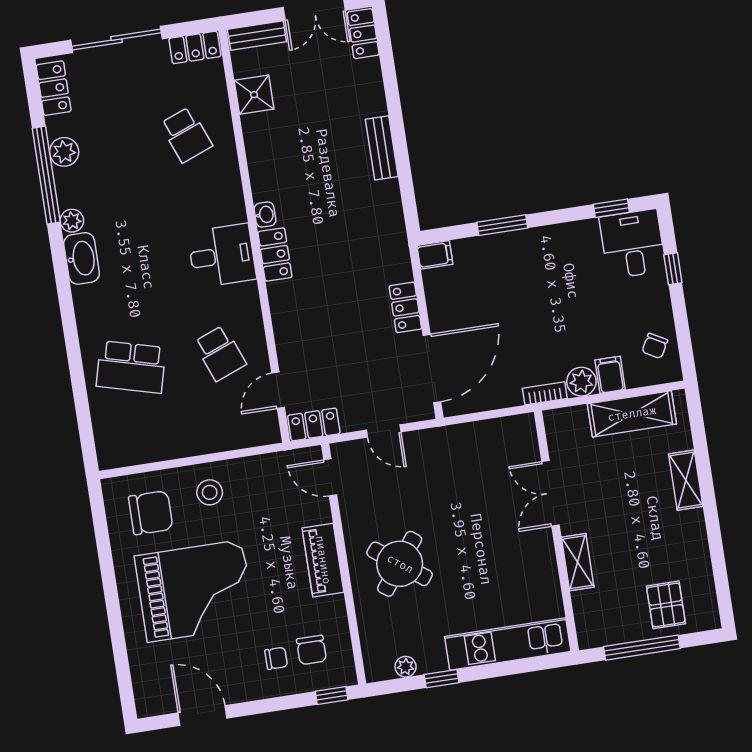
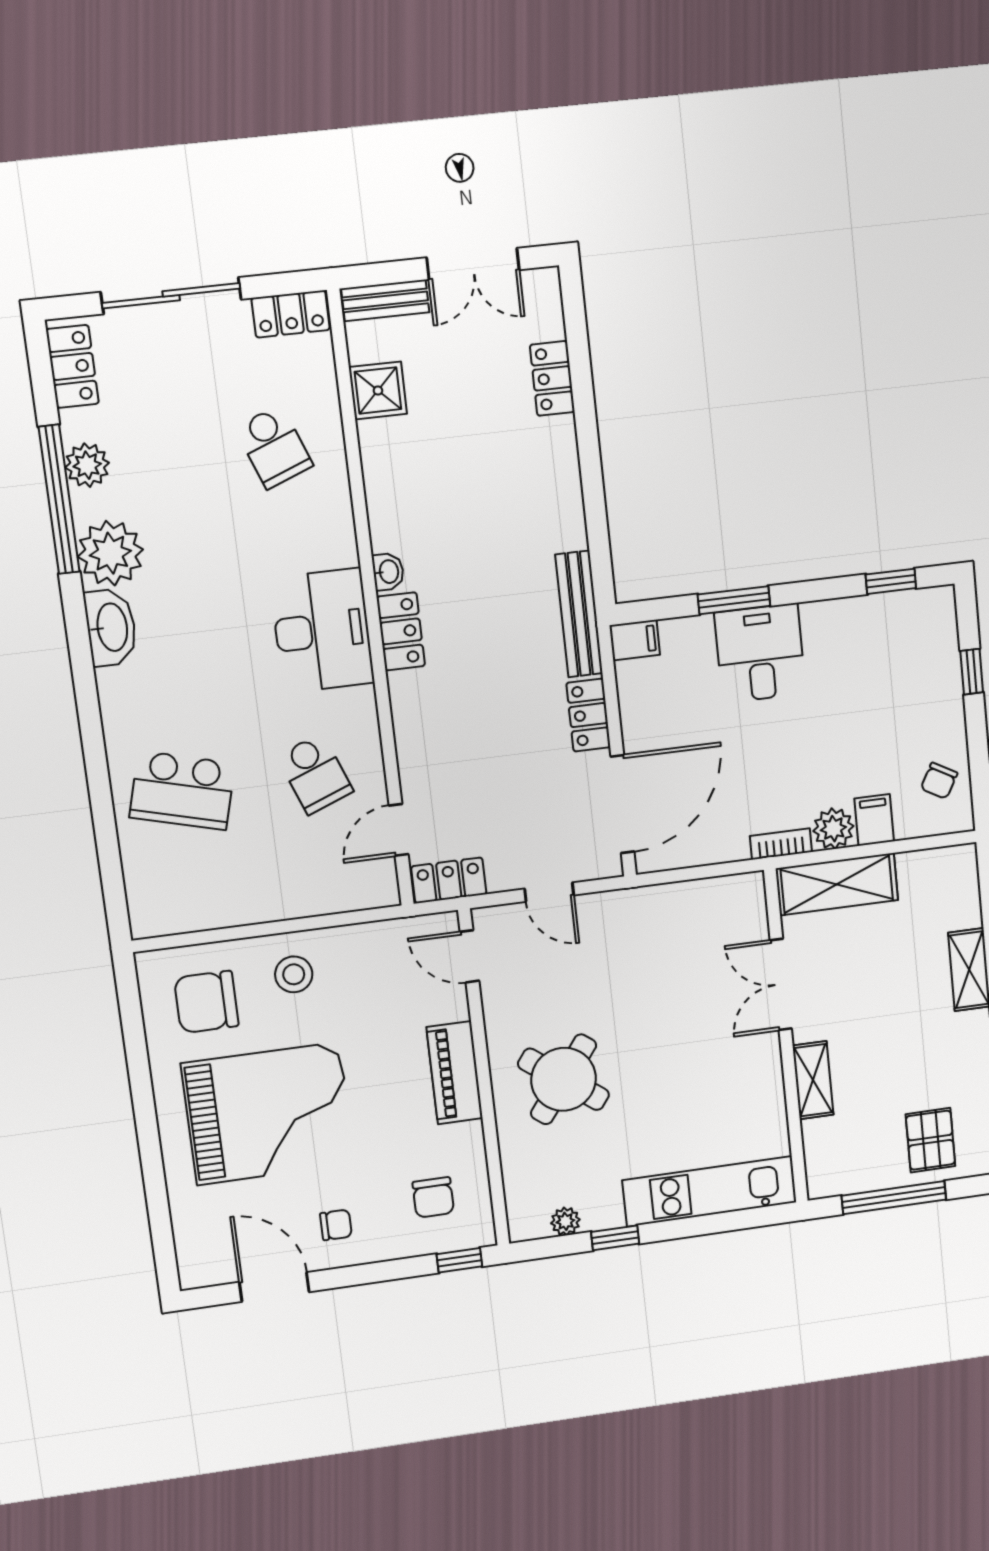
locker: (363, 34) -> (552, 378), moved
bench: (382, 148) -> (579, 614), moved, width x1.36
plant: (72, 221) -> (110, 553), width x1.87, depth x1.87
desk: (633, 244) -> (760, 653), moved
desk: (222, 256) -> (322, 630), width x1.37
shelving: (632, 414) -> (837, 884), moved
chair: (151, 513) -> (206, 1002), turned 180
chair: (276, 658) -> (336, 1225), moved

